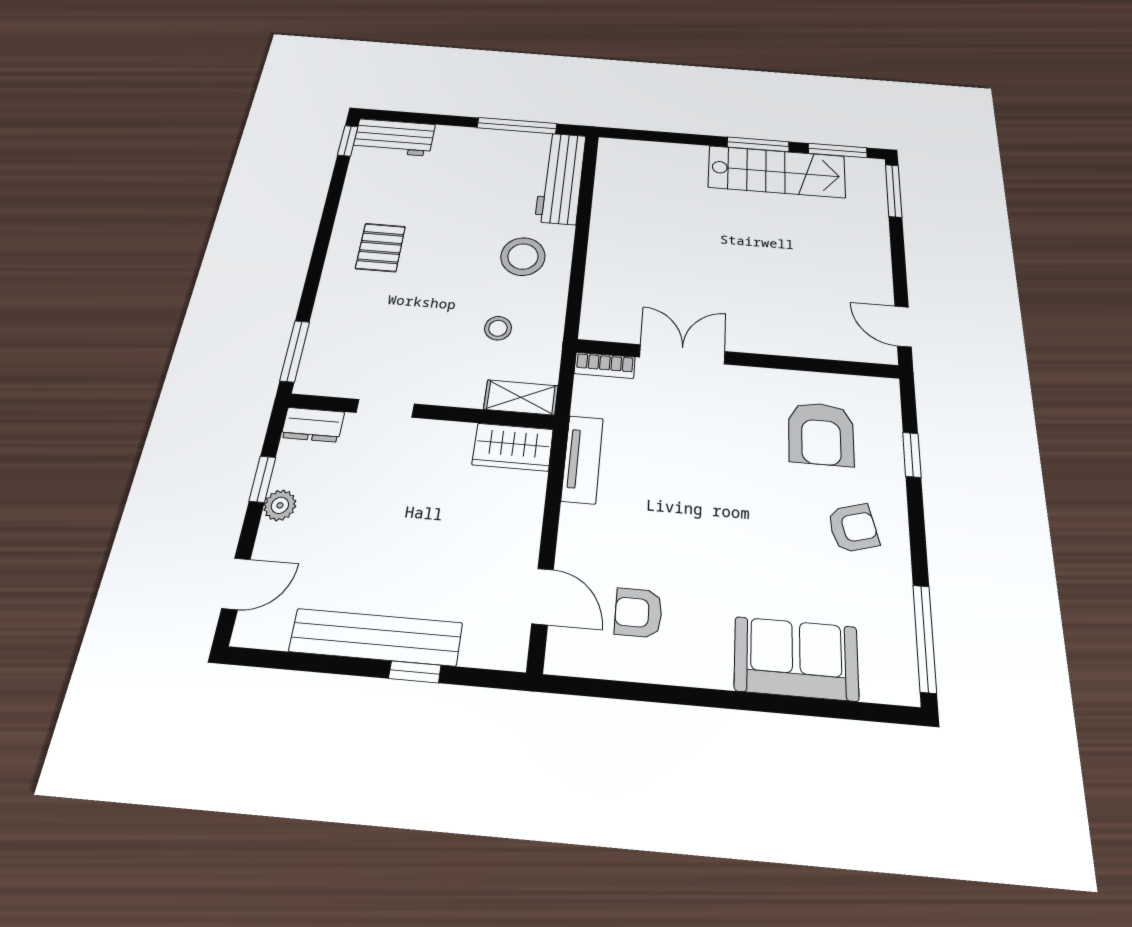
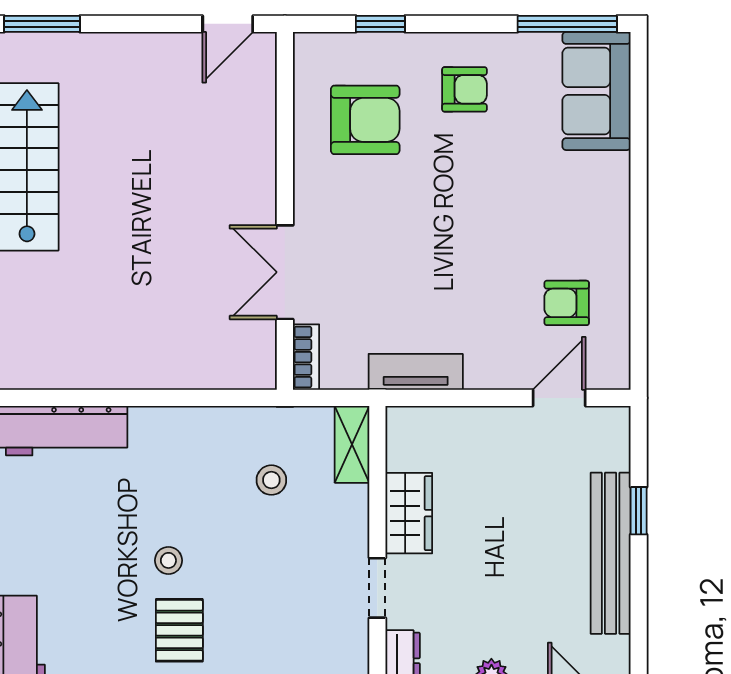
pallet: (380, 247) -> (179, 630), turned 90
stool: (523, 257) -> (168, 560), moved, width x0.53, depth x0.53
wardrobe: (513, 447) -> (409, 513), moved
armchair: (853, 528) -> (464, 89), turned 105
armchair: (638, 613) -> (567, 303), turned 90
sofa: (796, 659) -> (597, 91), moved

